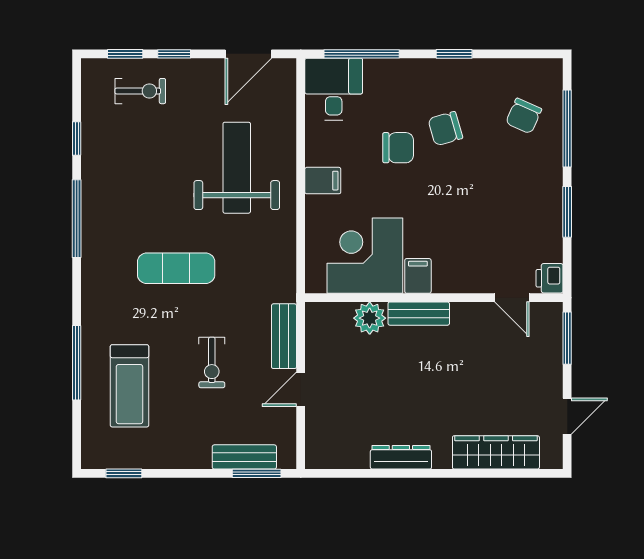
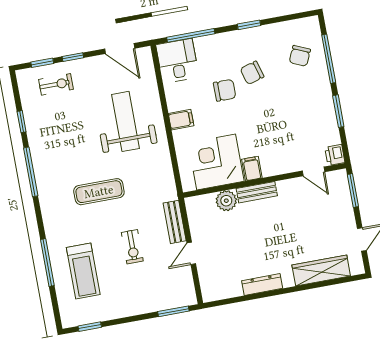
door: (248, 54) -> (120, 49), hinge flipped
bench: (244, 457) -> (164, 302), removed

